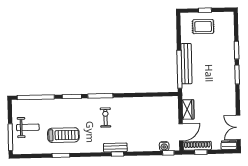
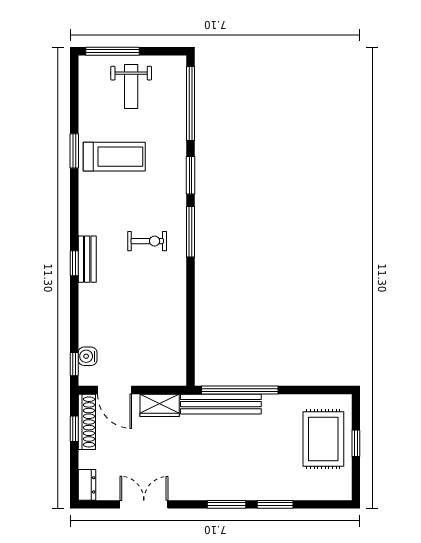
rug: (203, 27) -> (323, 439), width x1.36, depth x1.43
bench: (186, 64) -> (221, 404), moved
double door: (238, 127) -> (144, 504), moved
treadmill: (63, 135) -> (114, 157), turned -90

